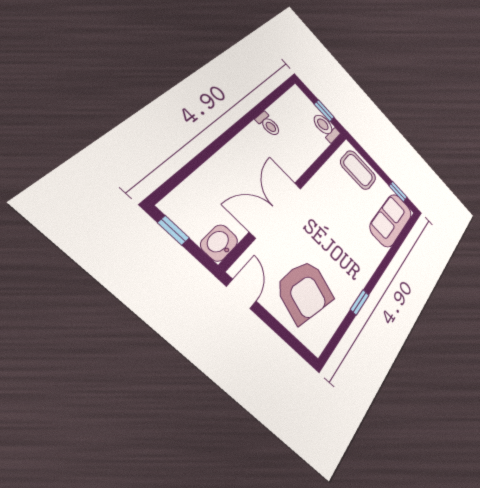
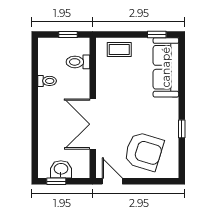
toilet: (326, 127) -> (78, 62), moved
coffee table: (358, 170) -> (119, 50), width x0.73, depth x0.77
sofa: (391, 220) -> (166, 67), width x1.36
washbasin: (219, 243) -> (61, 169), moved, turned 90

